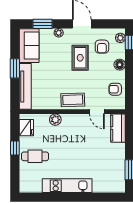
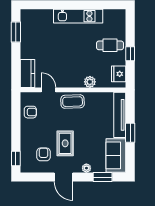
plant: (120, 38) -> (25, 163), removed
floor lamp: (120, 65) -> (26, 136), removed

